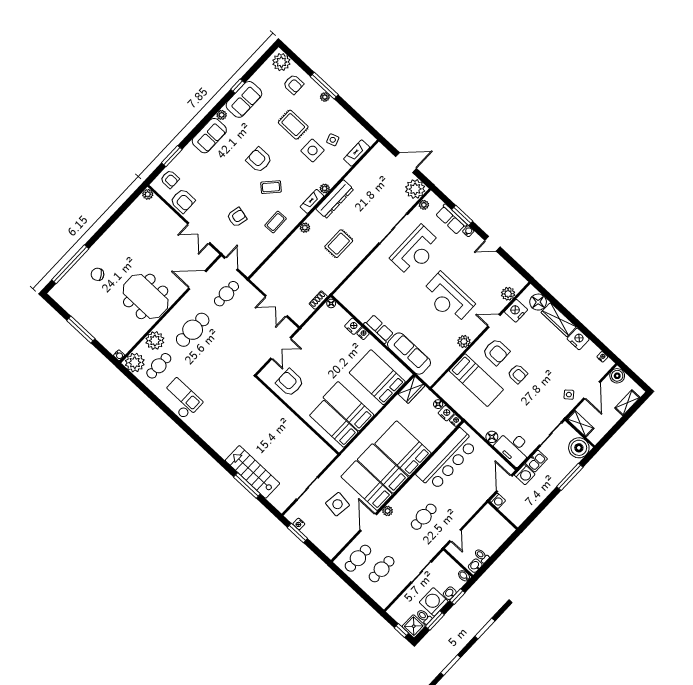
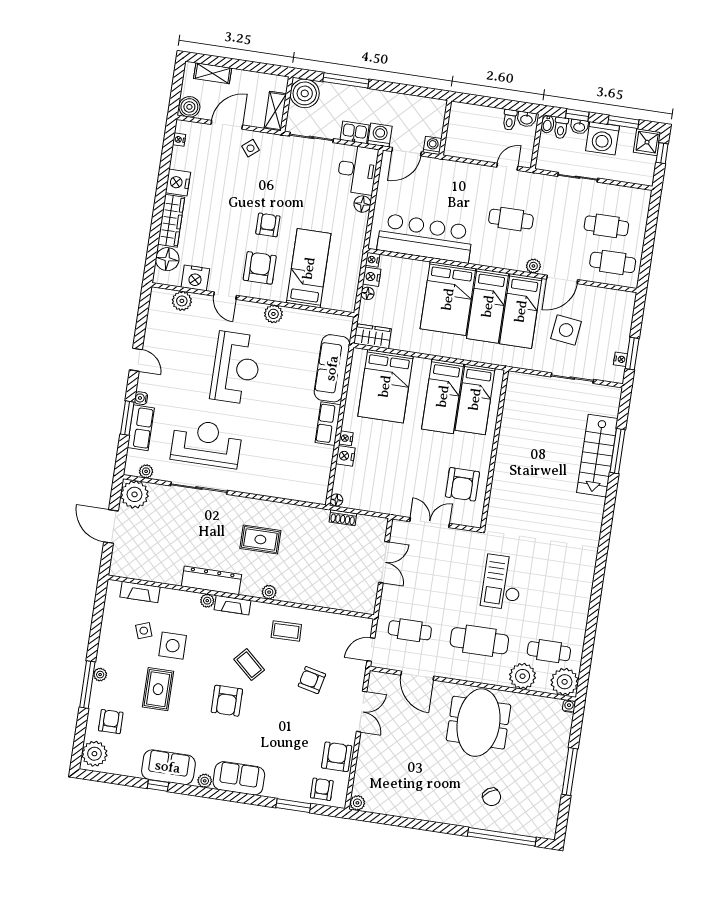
checkout: (181, 399) -> (502, 582), moved
toilet: (424, 617) -> (561, 128), moved

